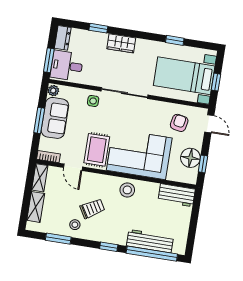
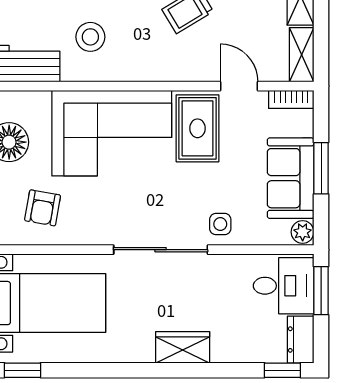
window: (98, 28) -> (282, 370), moved
window: (175, 40) -> (22, 370), moved
stool: (127, 190) -> (90, 37), moved

